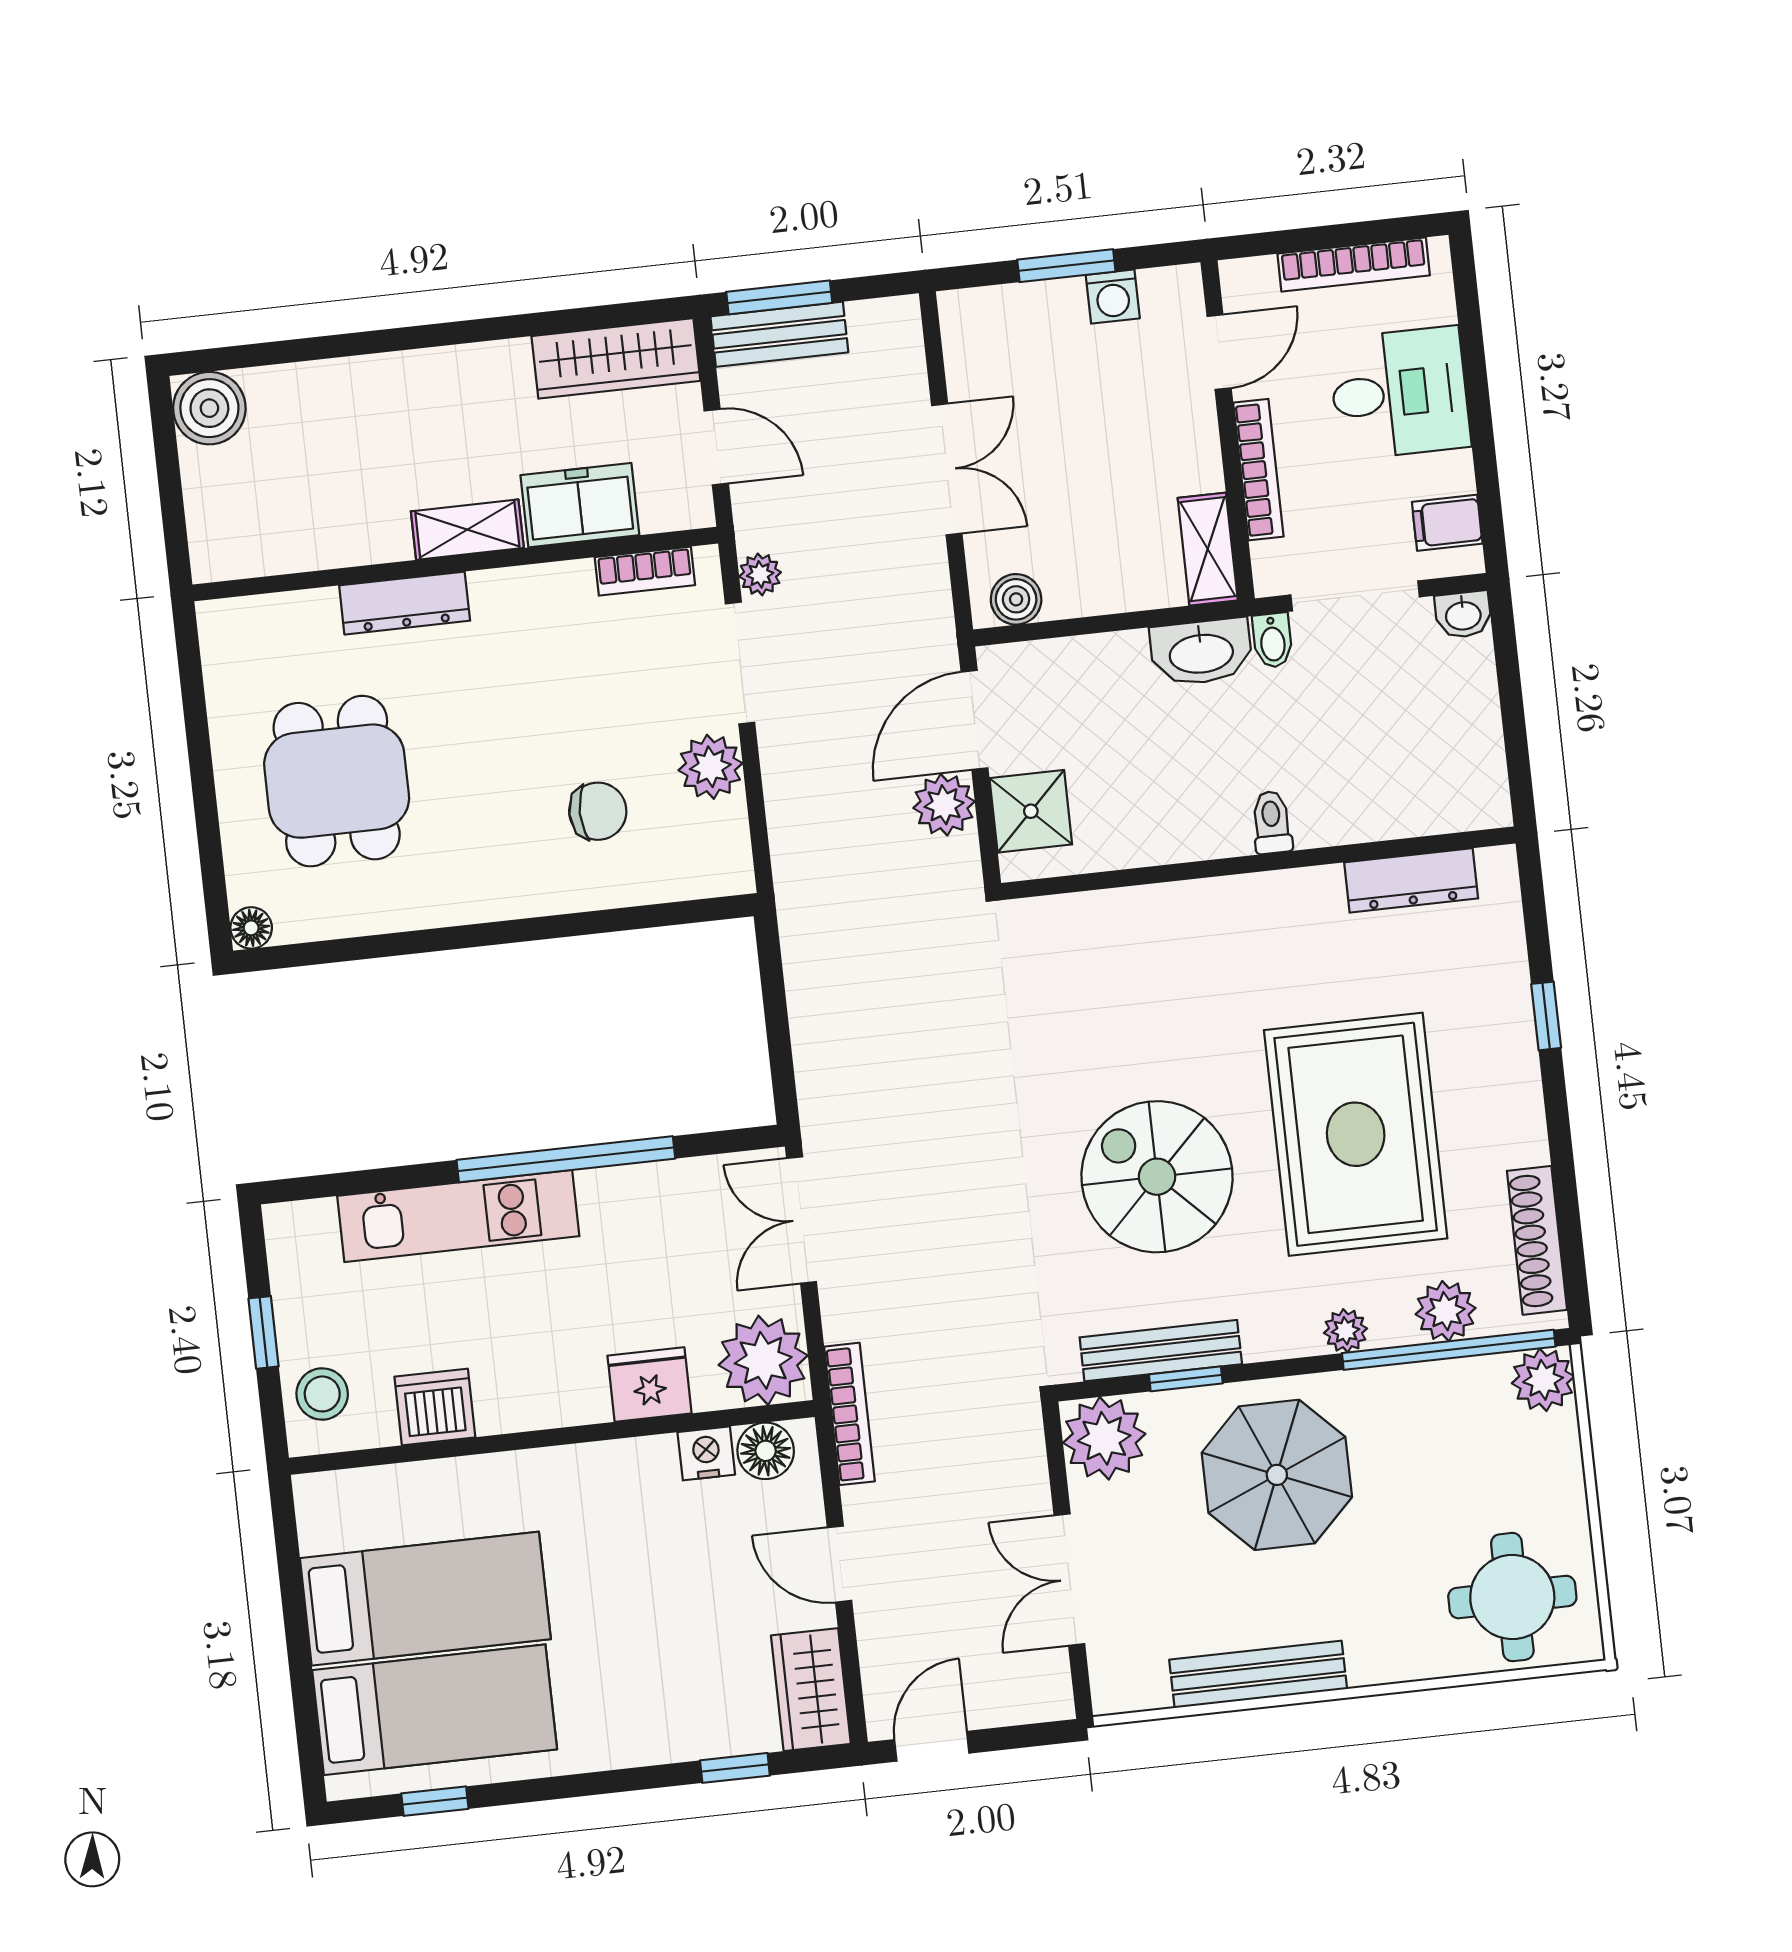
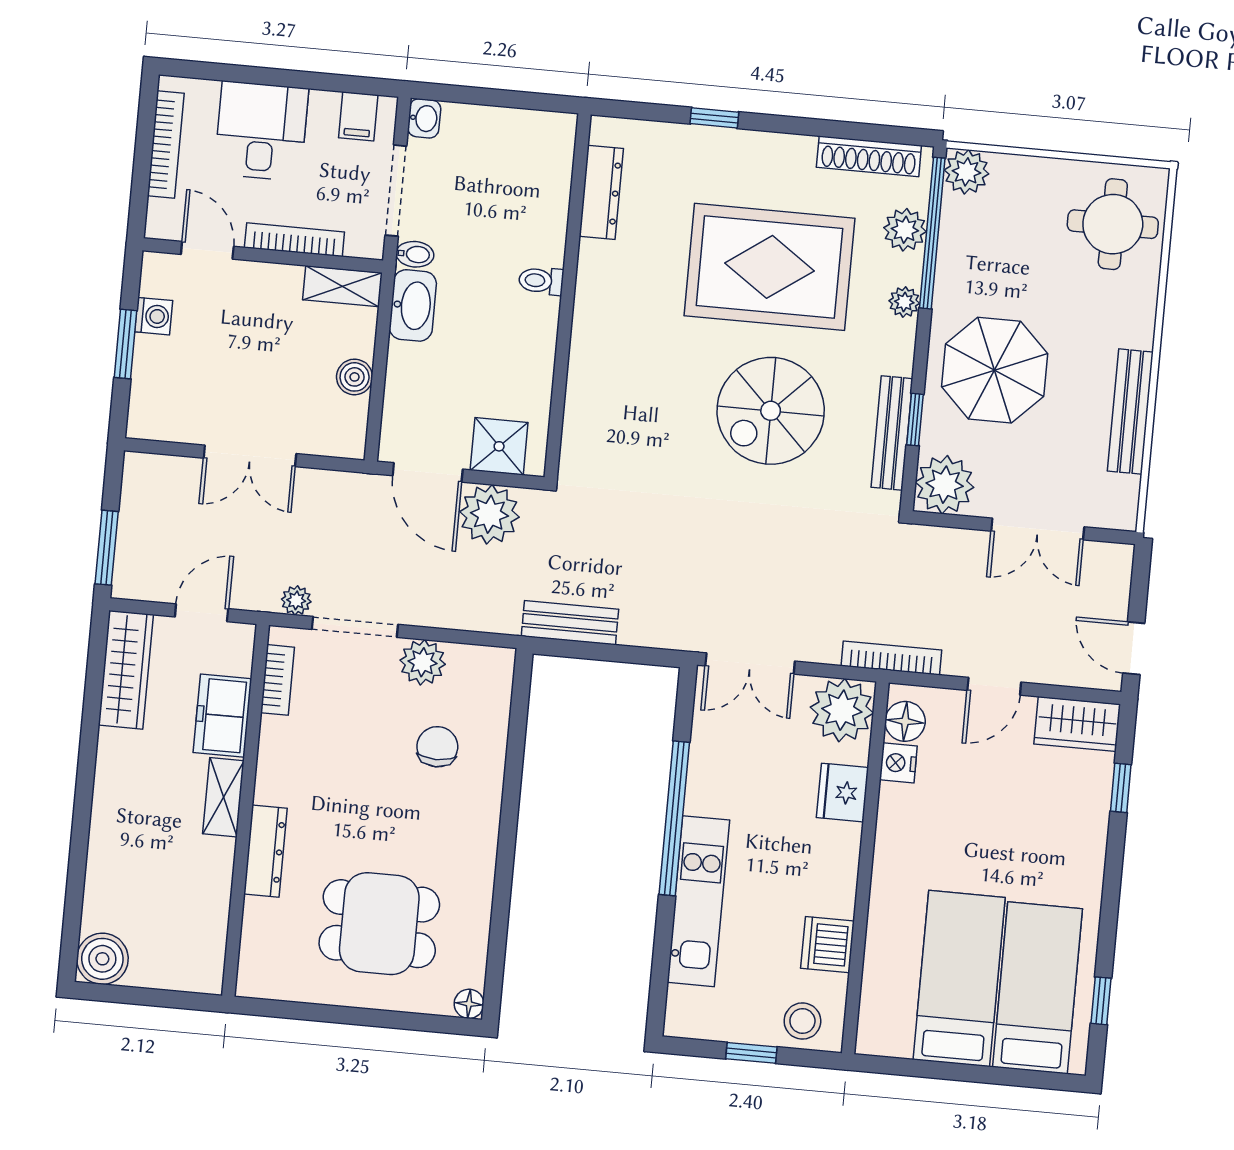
bench: (779, 334) -> (570, 623), moved, turned 90
double door: (947, 469) -> (250, 456), swing flipped
boiler: (1016, 599) -> (355, 377), moved
plant: (944, 805) -> (489, 514), width x1.36, depth x1.36

